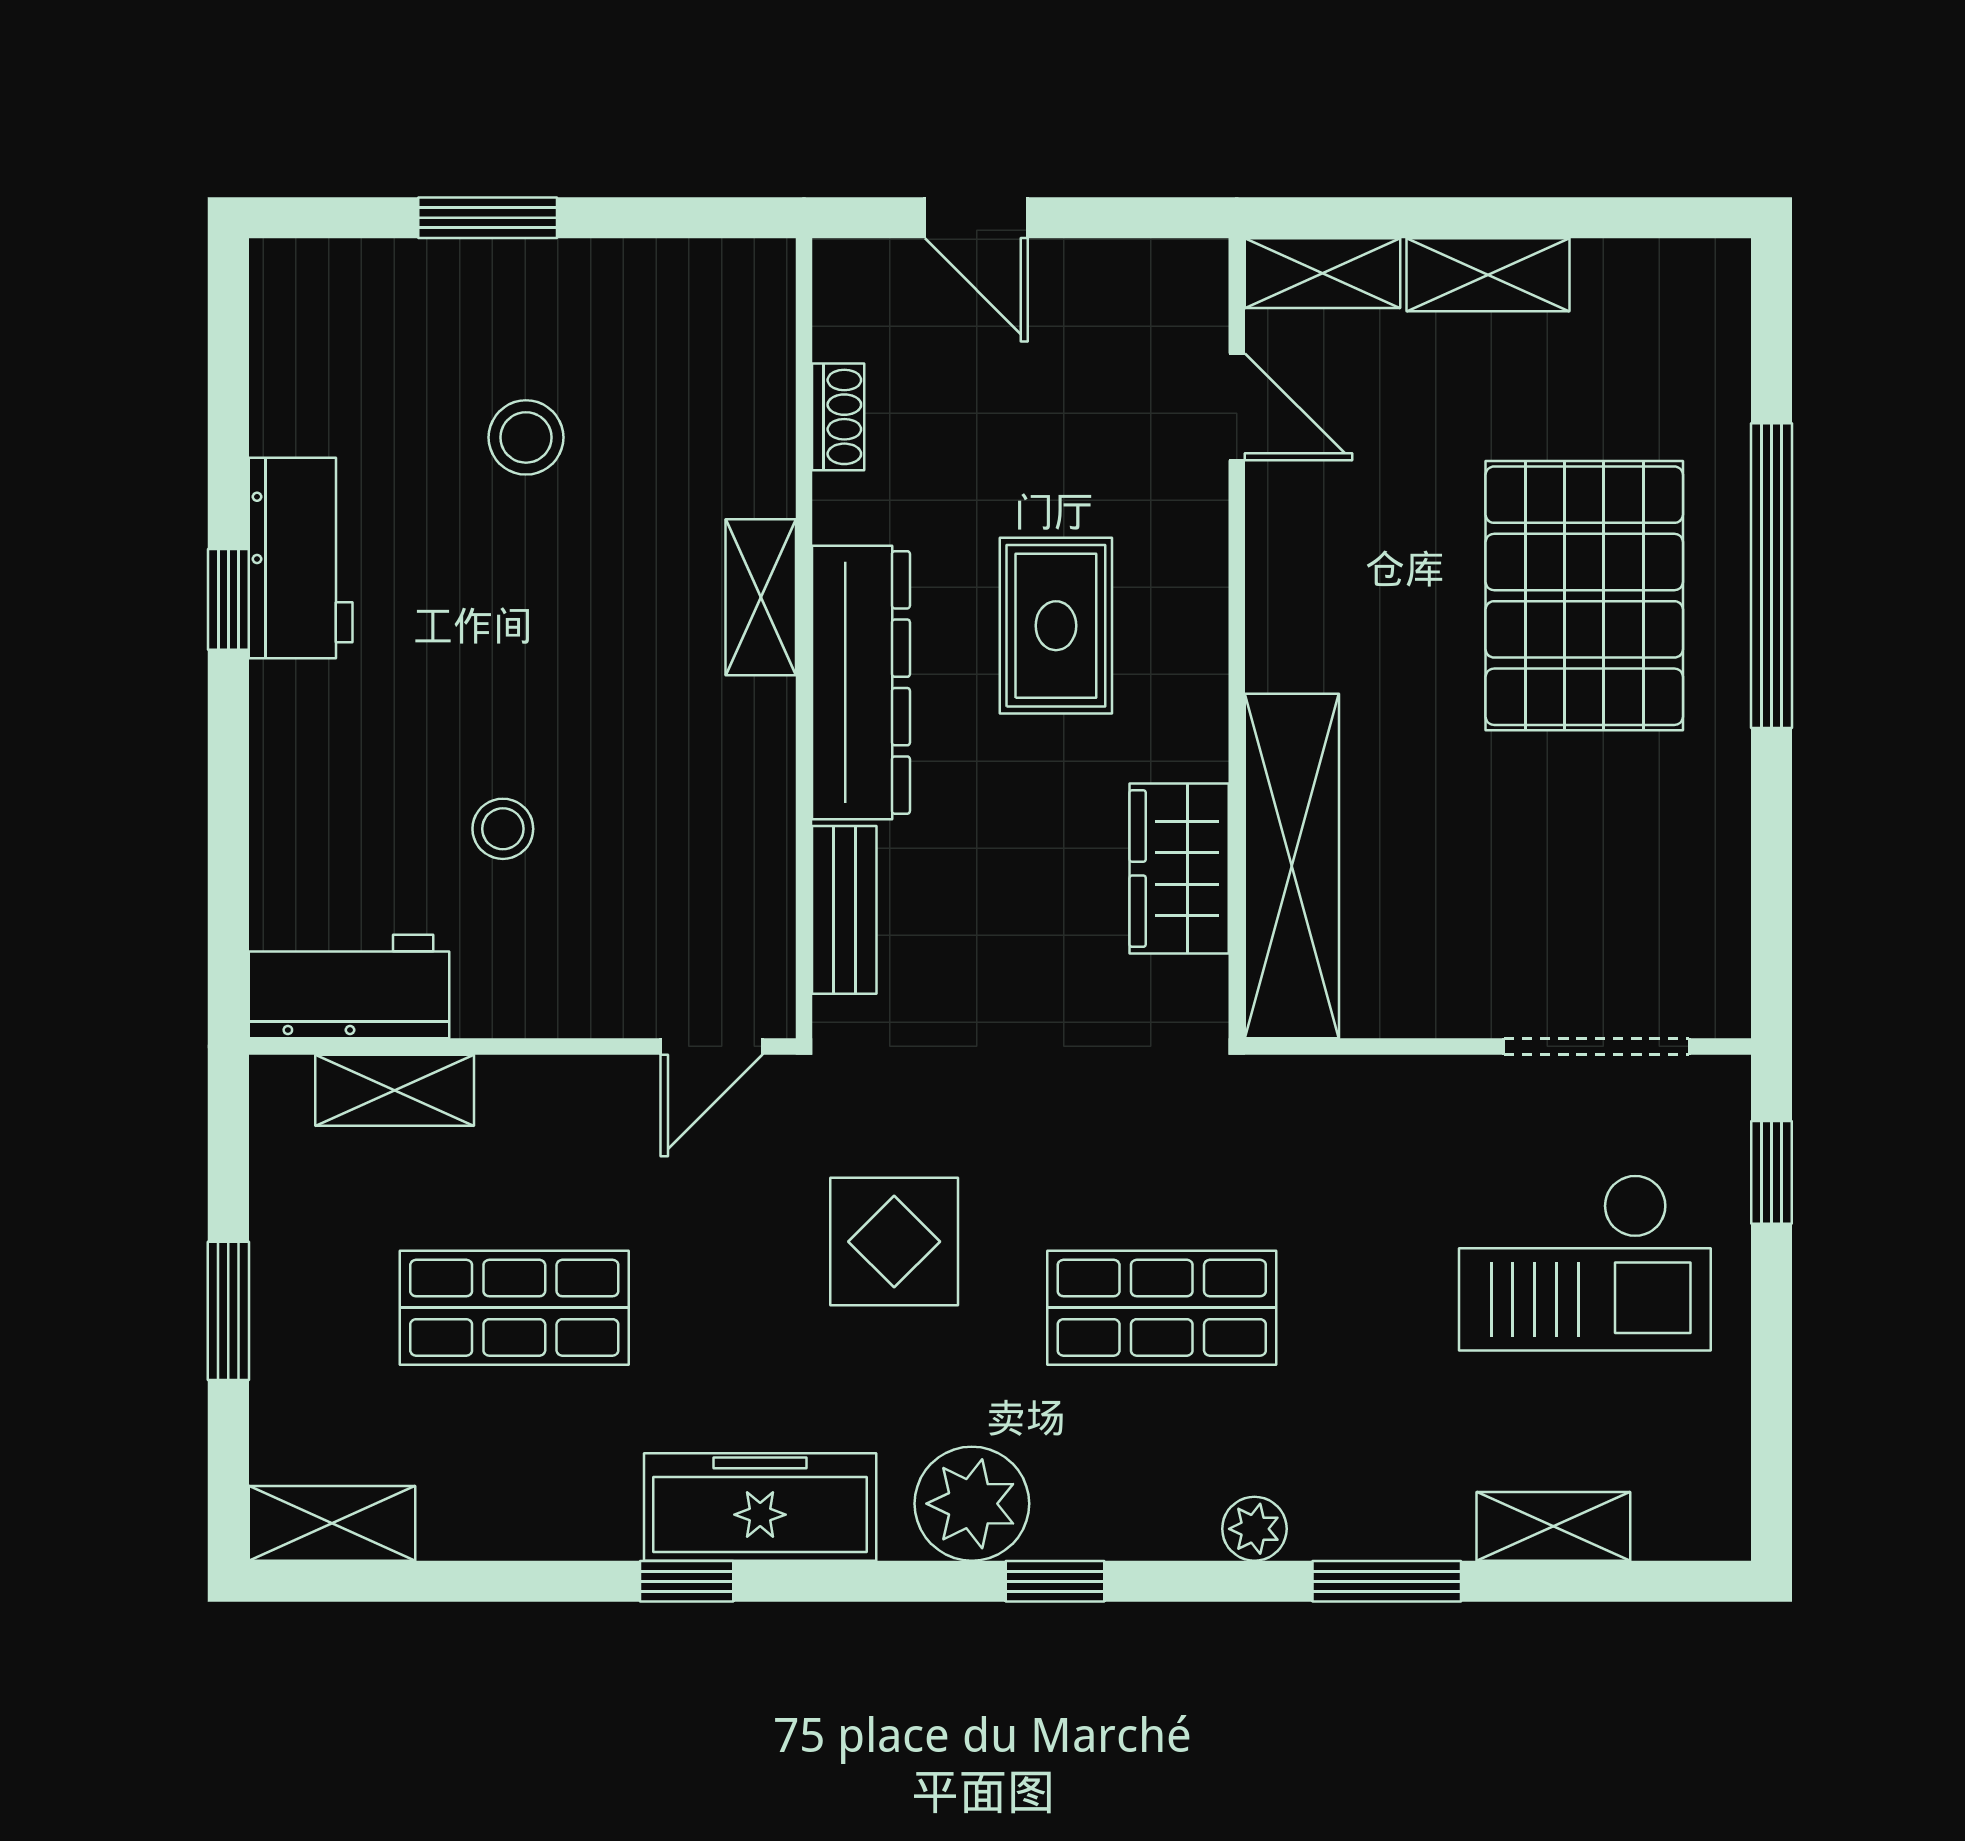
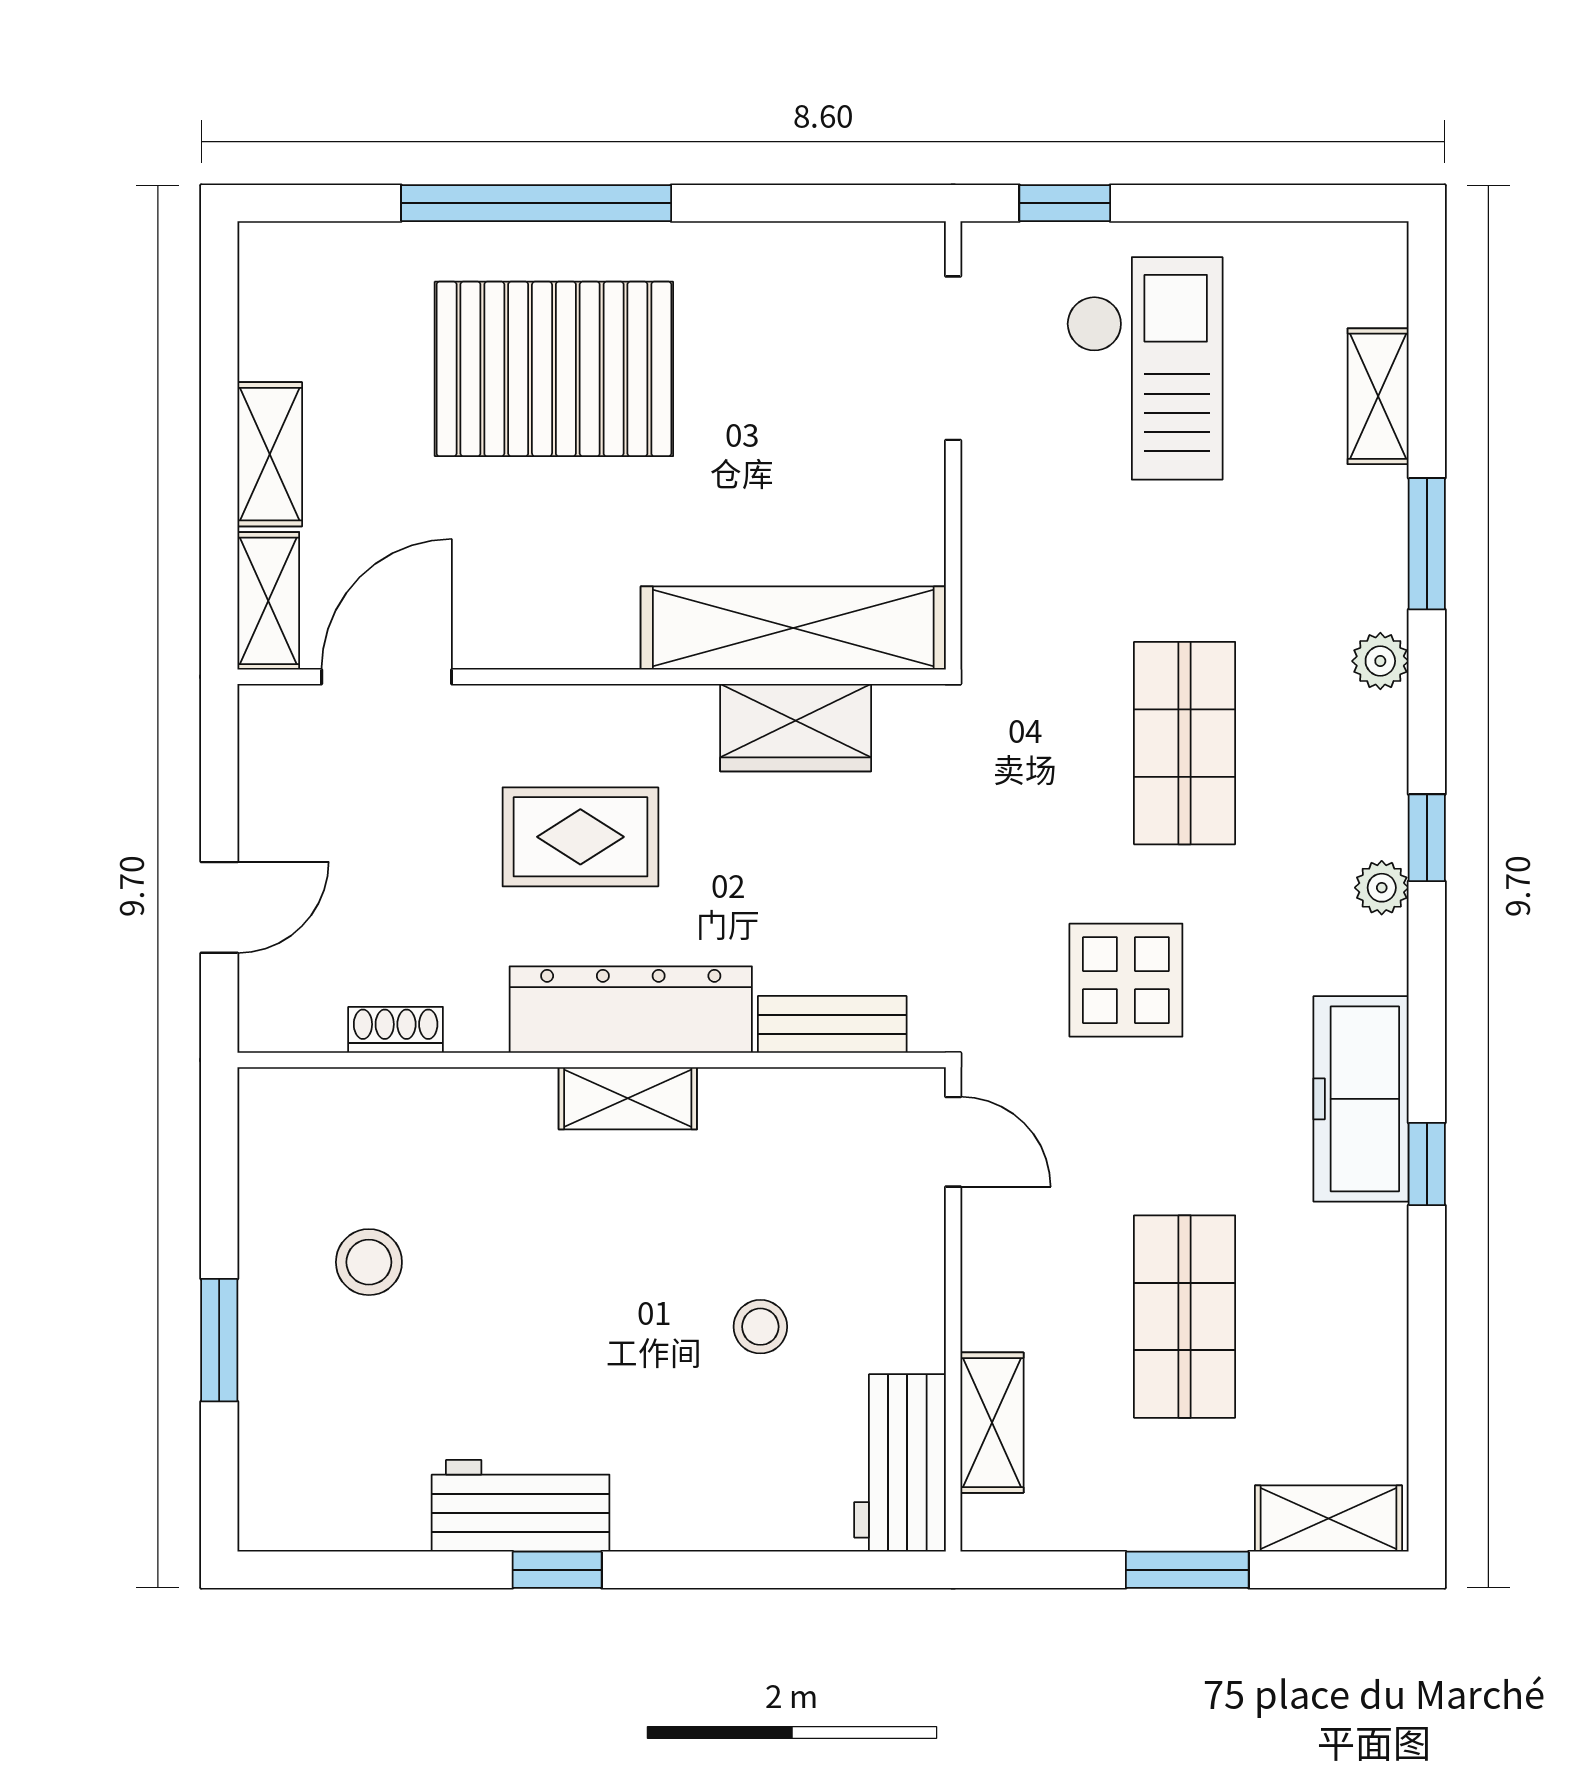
door: (1237, 407) -> (387, 677), width x1.38
stool: (526, 437) -> (369, 1262), moved
shelving: (761, 597) -> (628, 1098), moved
plant: (972, 1504) -> (1382, 888), width x0.53, depth x0.53
shelving: (332, 1523) -> (1329, 1519), moved, turned 90

